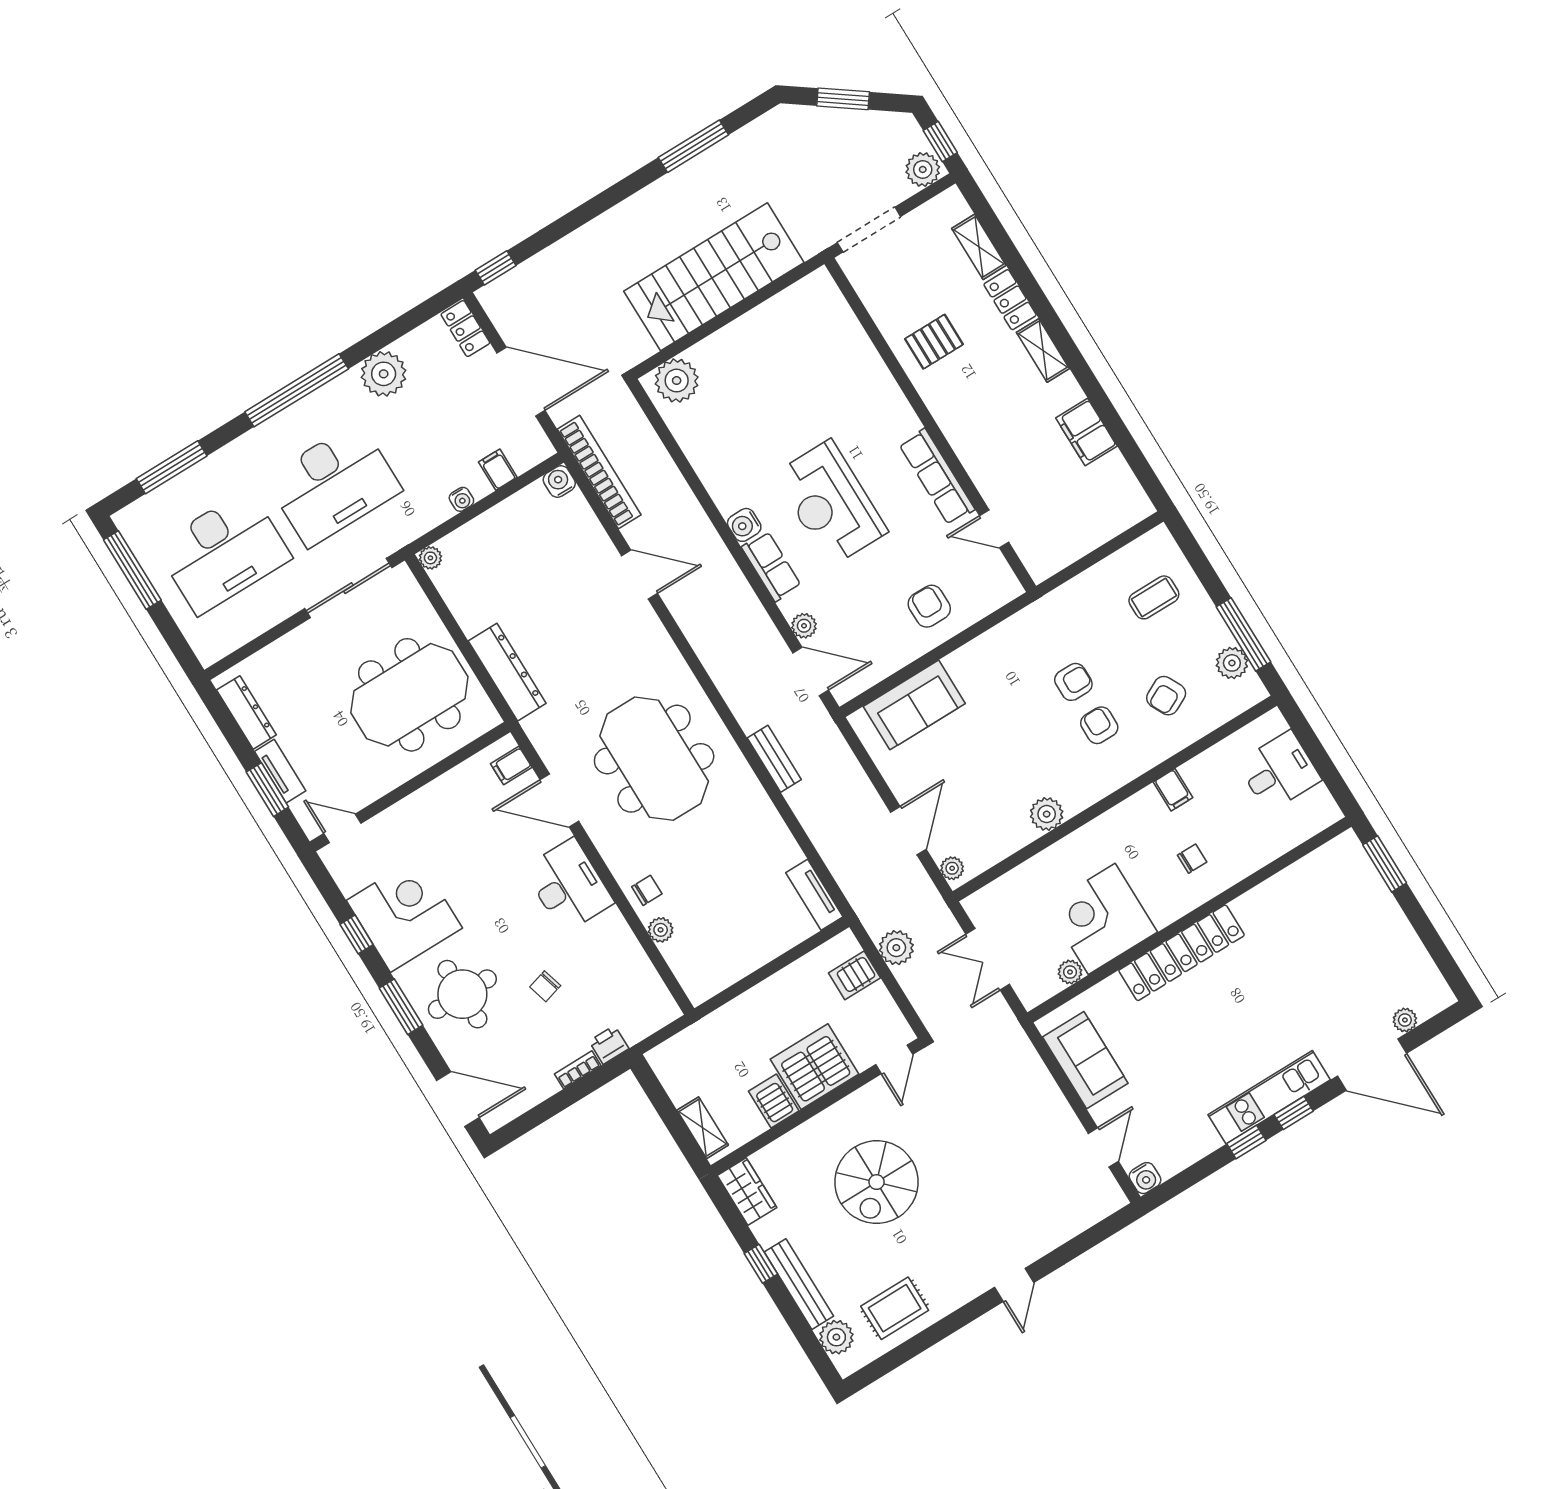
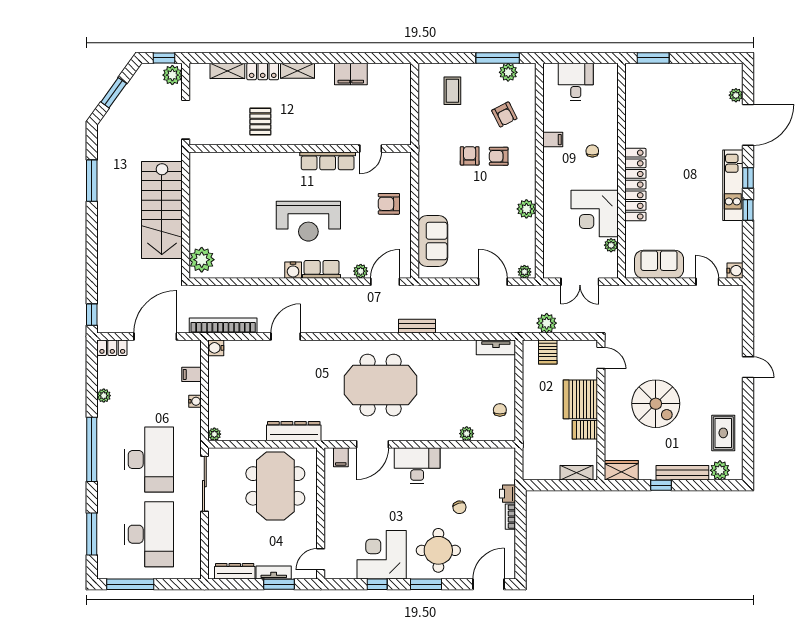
plant: (384, 374) -> (104, 396), width x0.53, depth x0.53
chair: (647, 890) -> (500, 410), moved

